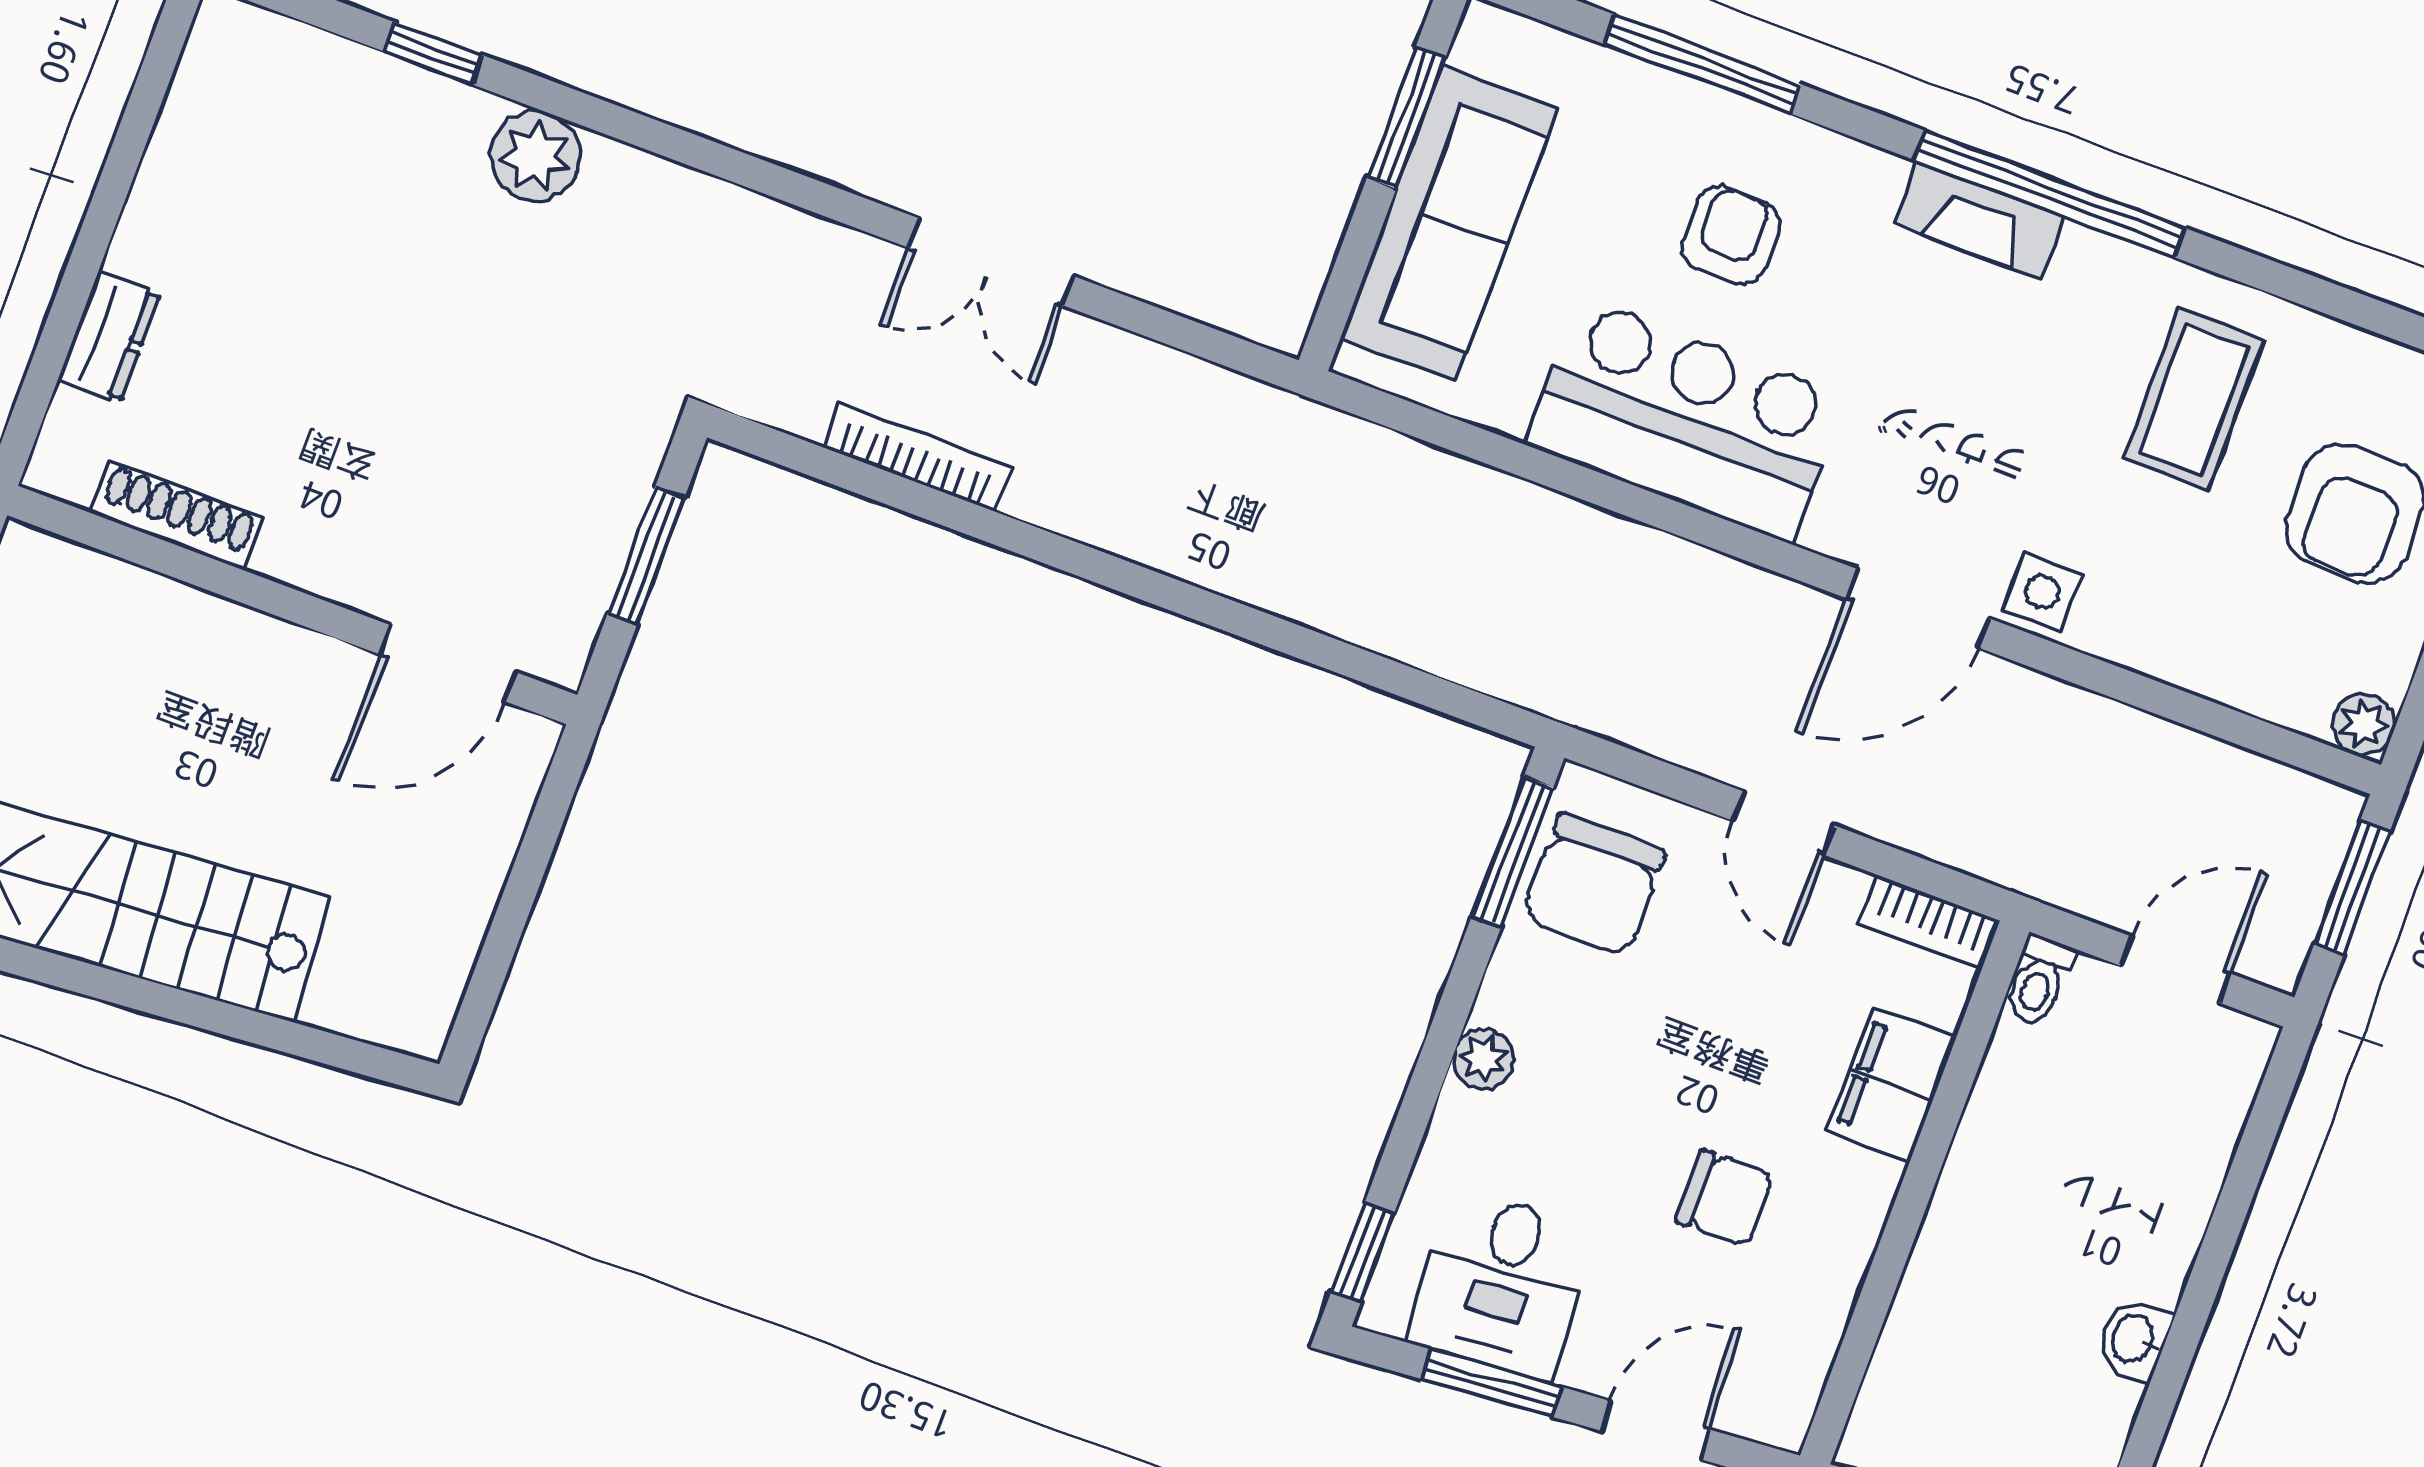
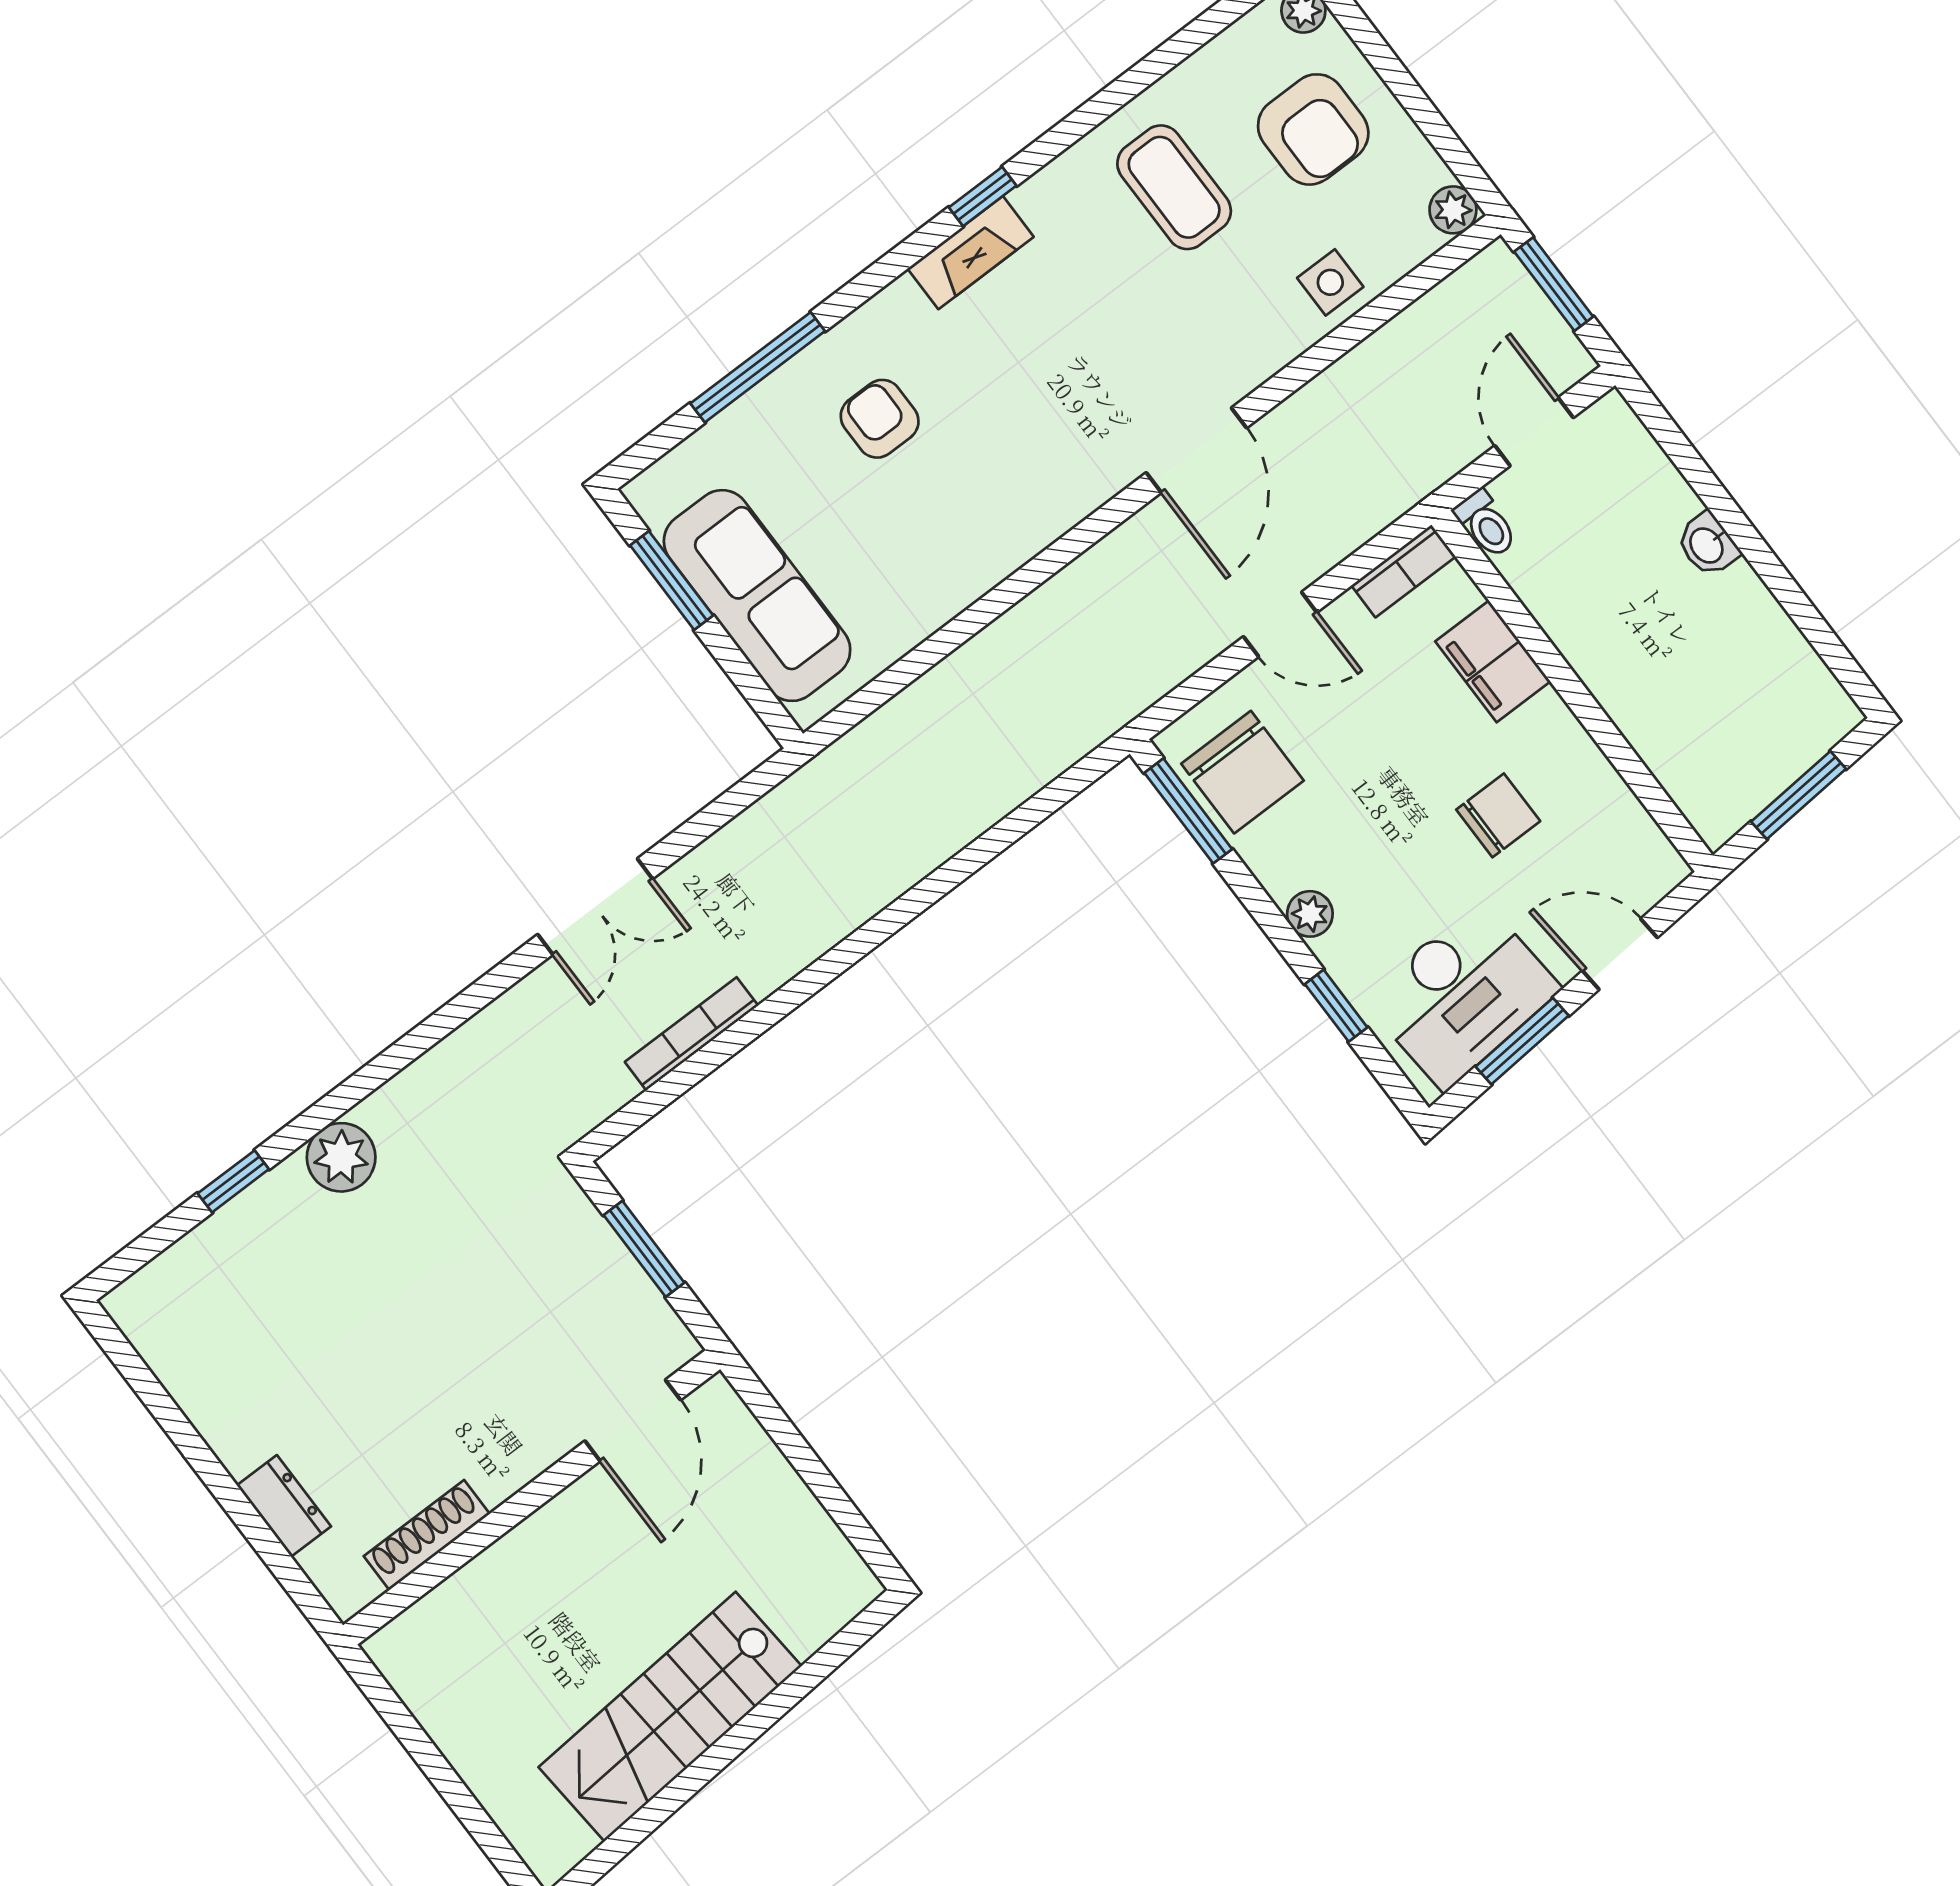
window: (2049, 194) -> (983, 197), width x0.32
bar counter: (1686, 420) -> (980, 523), removed
side table: (2042, 592) -> (1330, 282), moved
window: (1363, 1252) -> (1336, 1006), moved
desk: (1501, 1284) -> (1462, 995), width x1.37
washbasin: (2134, 1339) -> (1707, 545), moved
door: (1656, 1430) -> (1620, 954), hinge flipped

